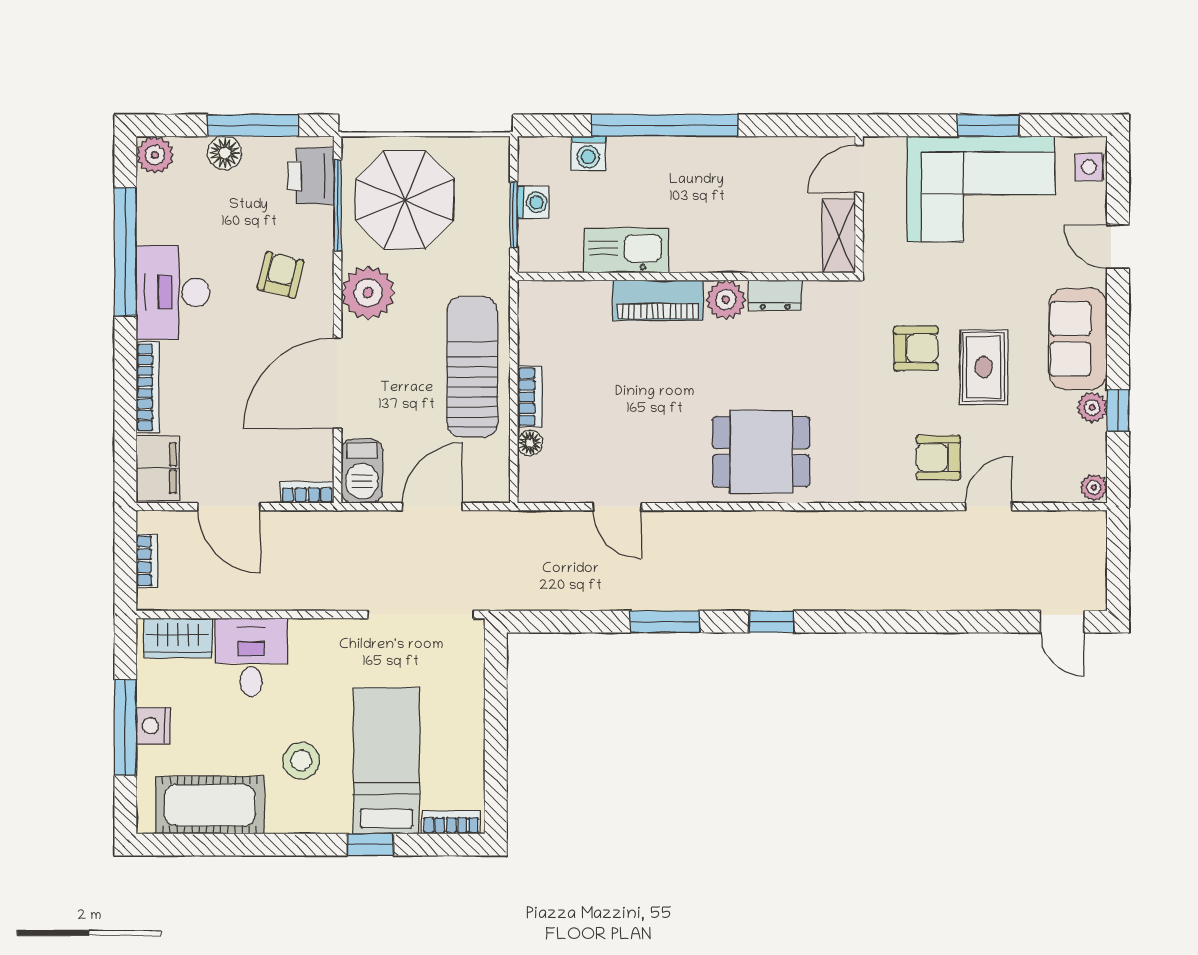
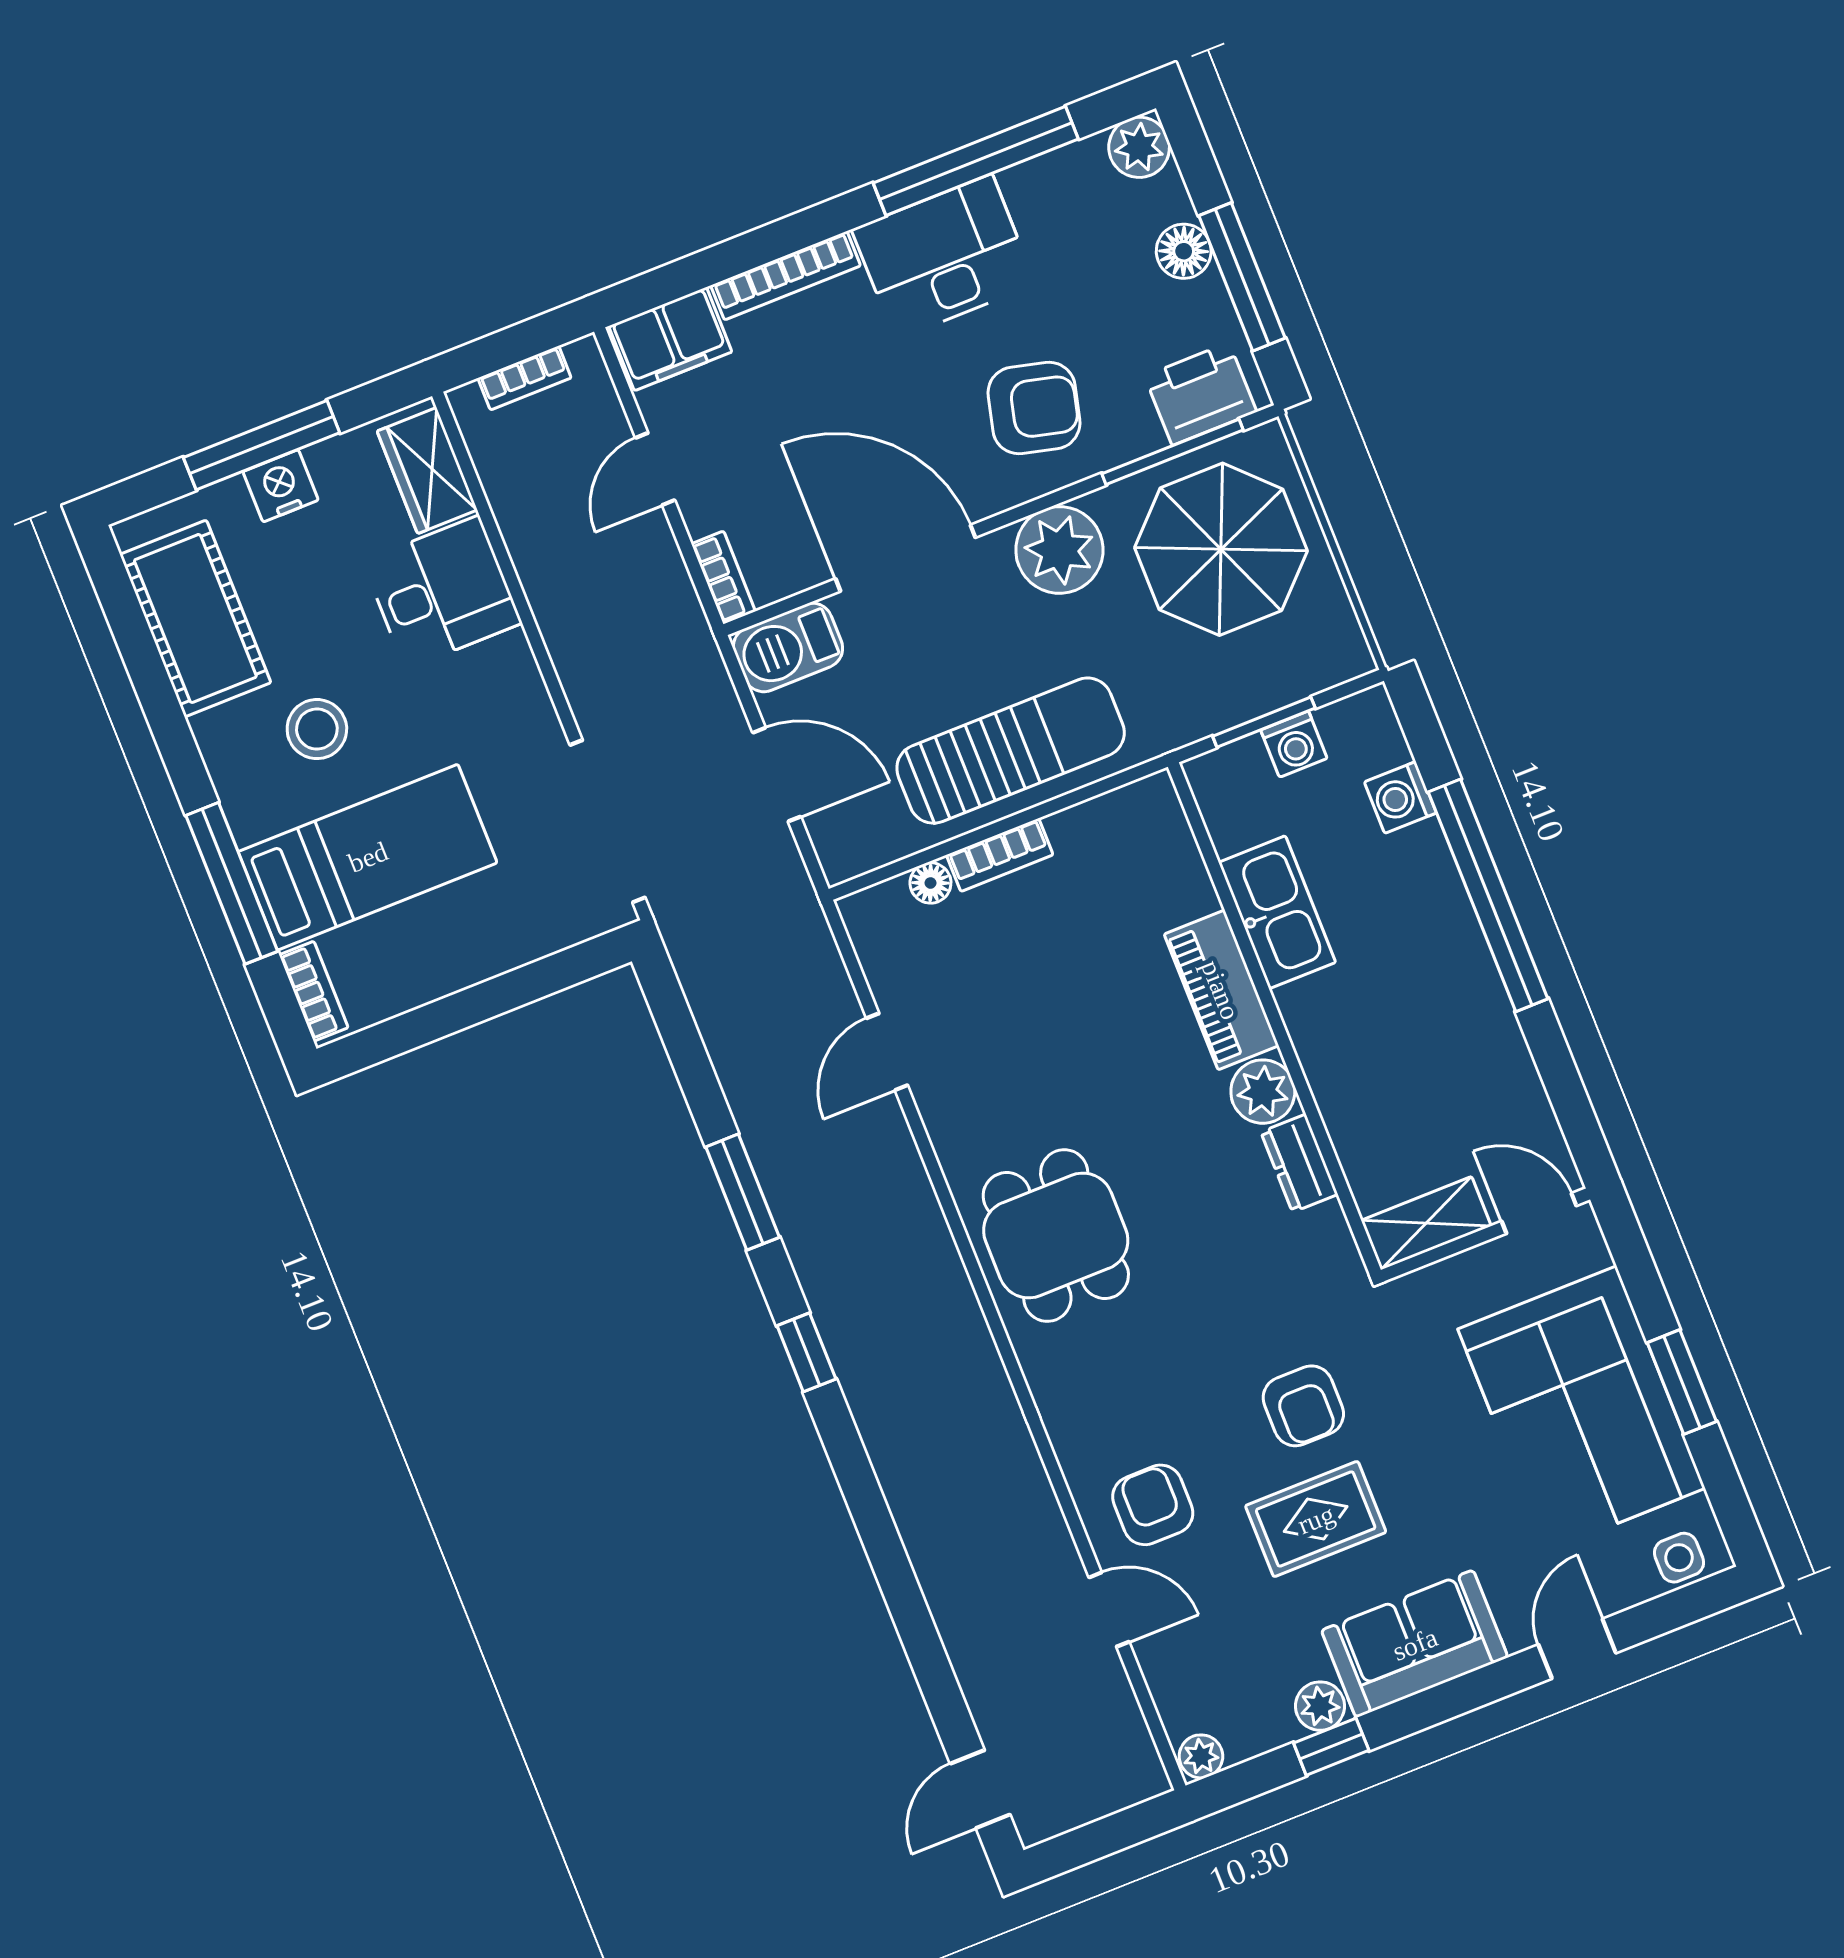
armchair: (281, 275) -> (1034, 408), width x1.38, depth x1.38
door: (229, 507) -> (655, 469), width x0.73
window: (370, 845) -> (232, 883), width x2.17

